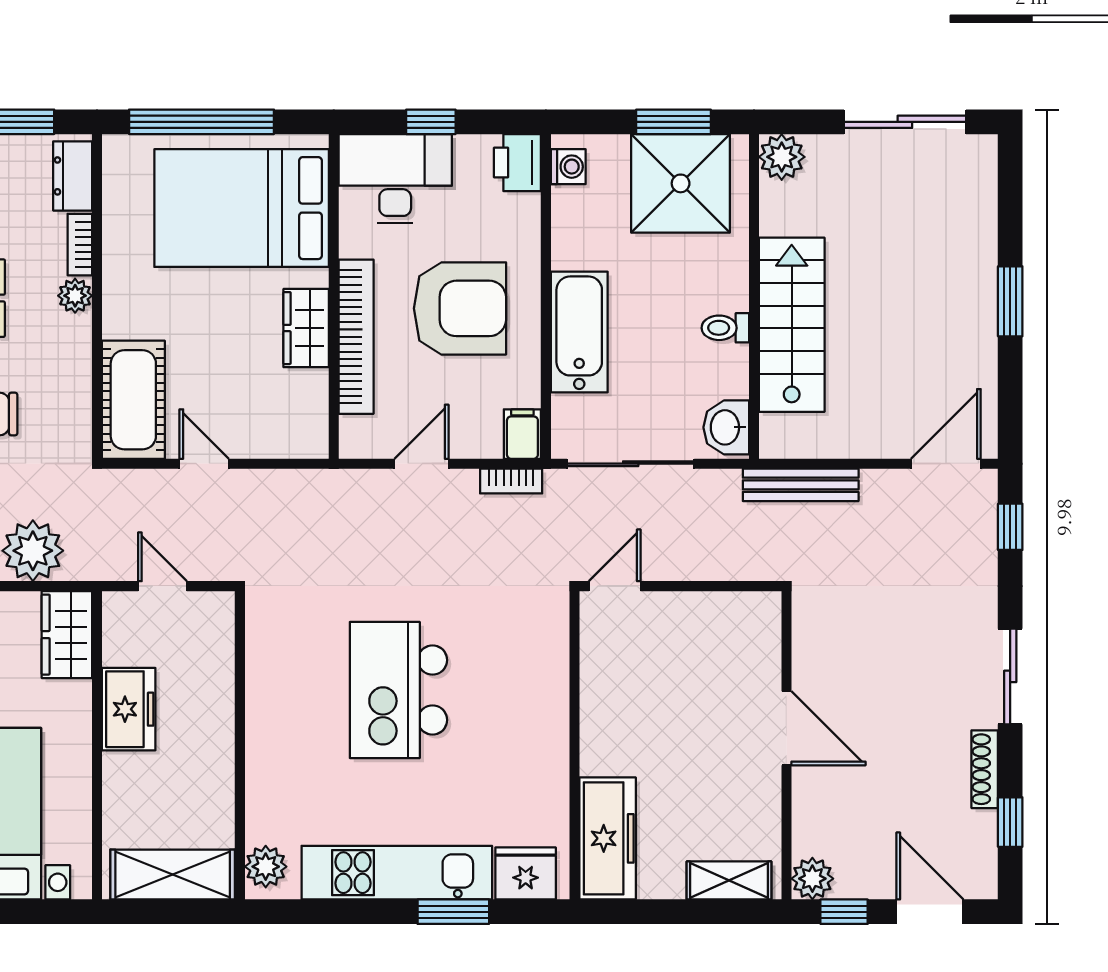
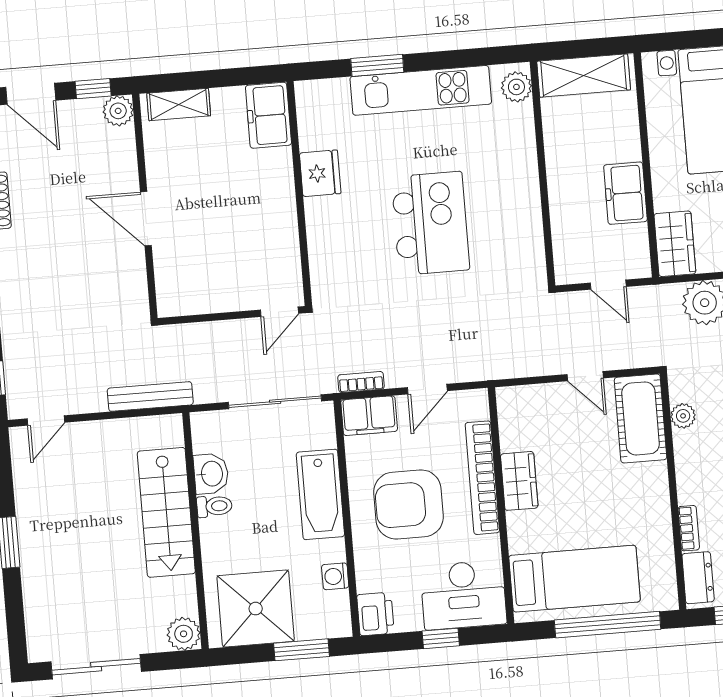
window: (674, 122) -> (301, 650), moved
washing machine: (568, 167) -> (335, 576), moved
bed: (242, 208) -> (575, 579), width x0.67
plant: (75, 296) -> (683, 416), moved
washbasin: (726, 427) -> (211, 474), moved
filing cabinet: (522, 434) -> (369, 416), width x2.00
door: (946, 464) -> (46, 421), width x0.73
freezer: (608, 838) -> (268, 115), width x0.71
fridge: (526, 873) -> (320, 173), moved, turned -90

